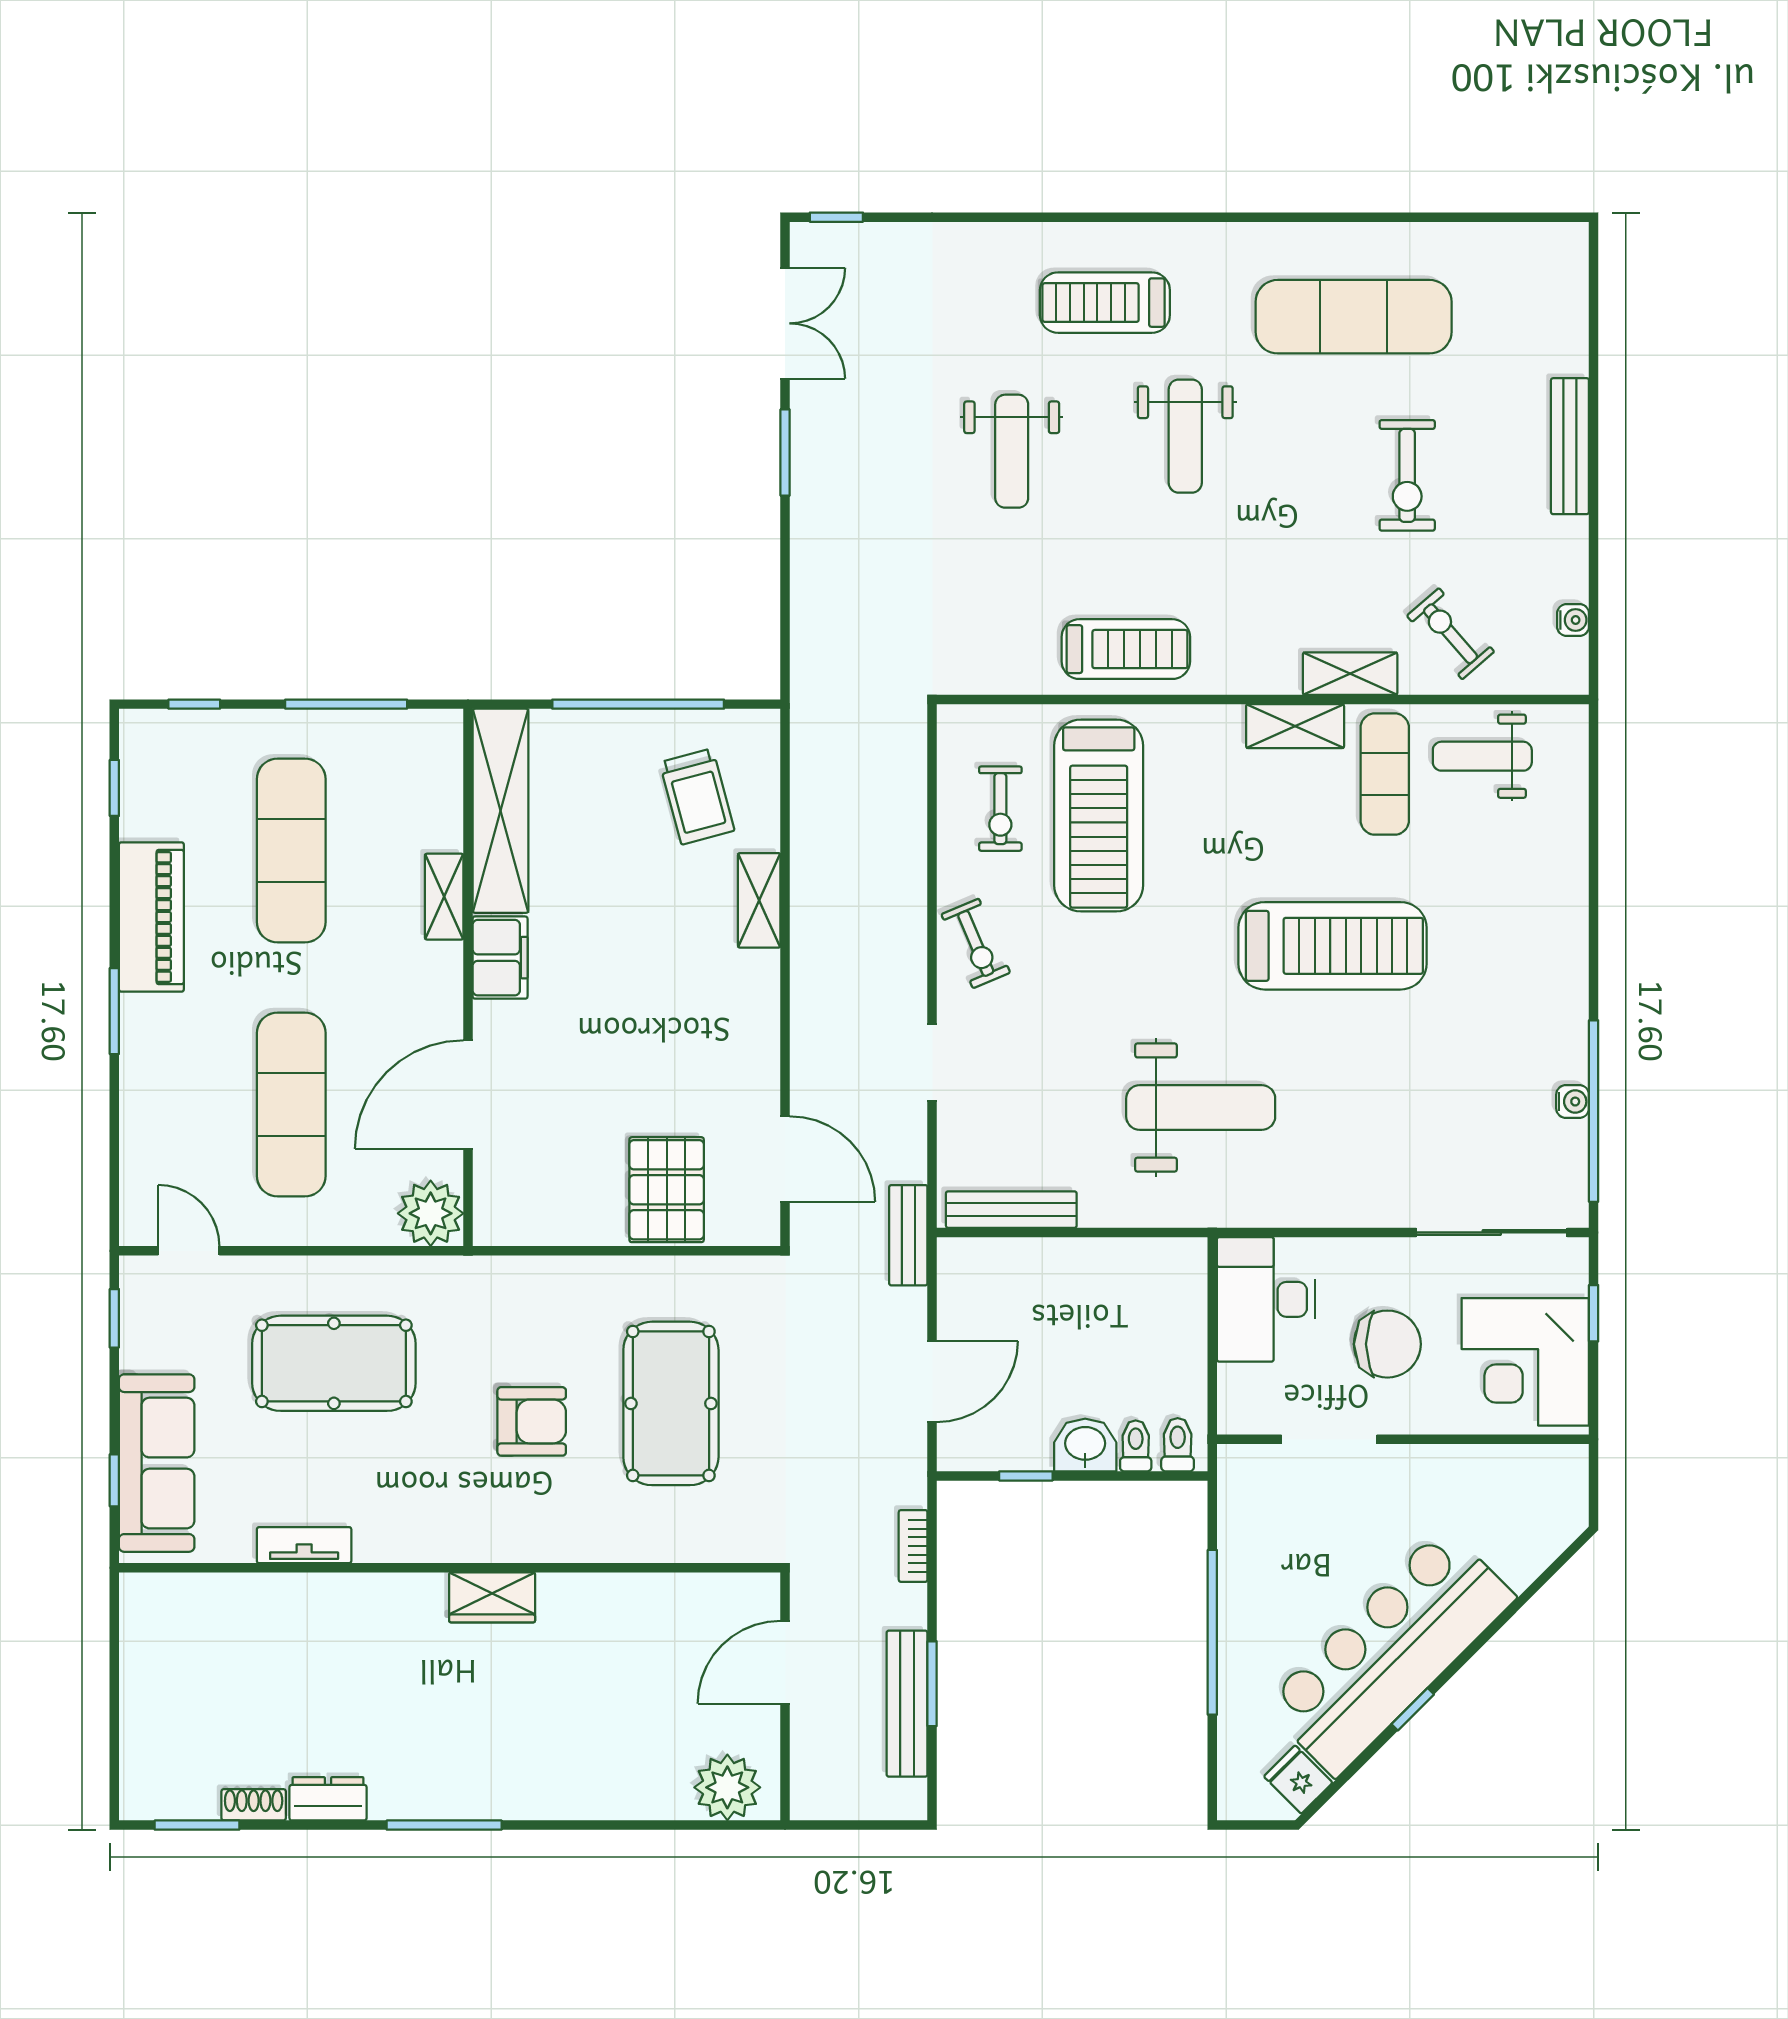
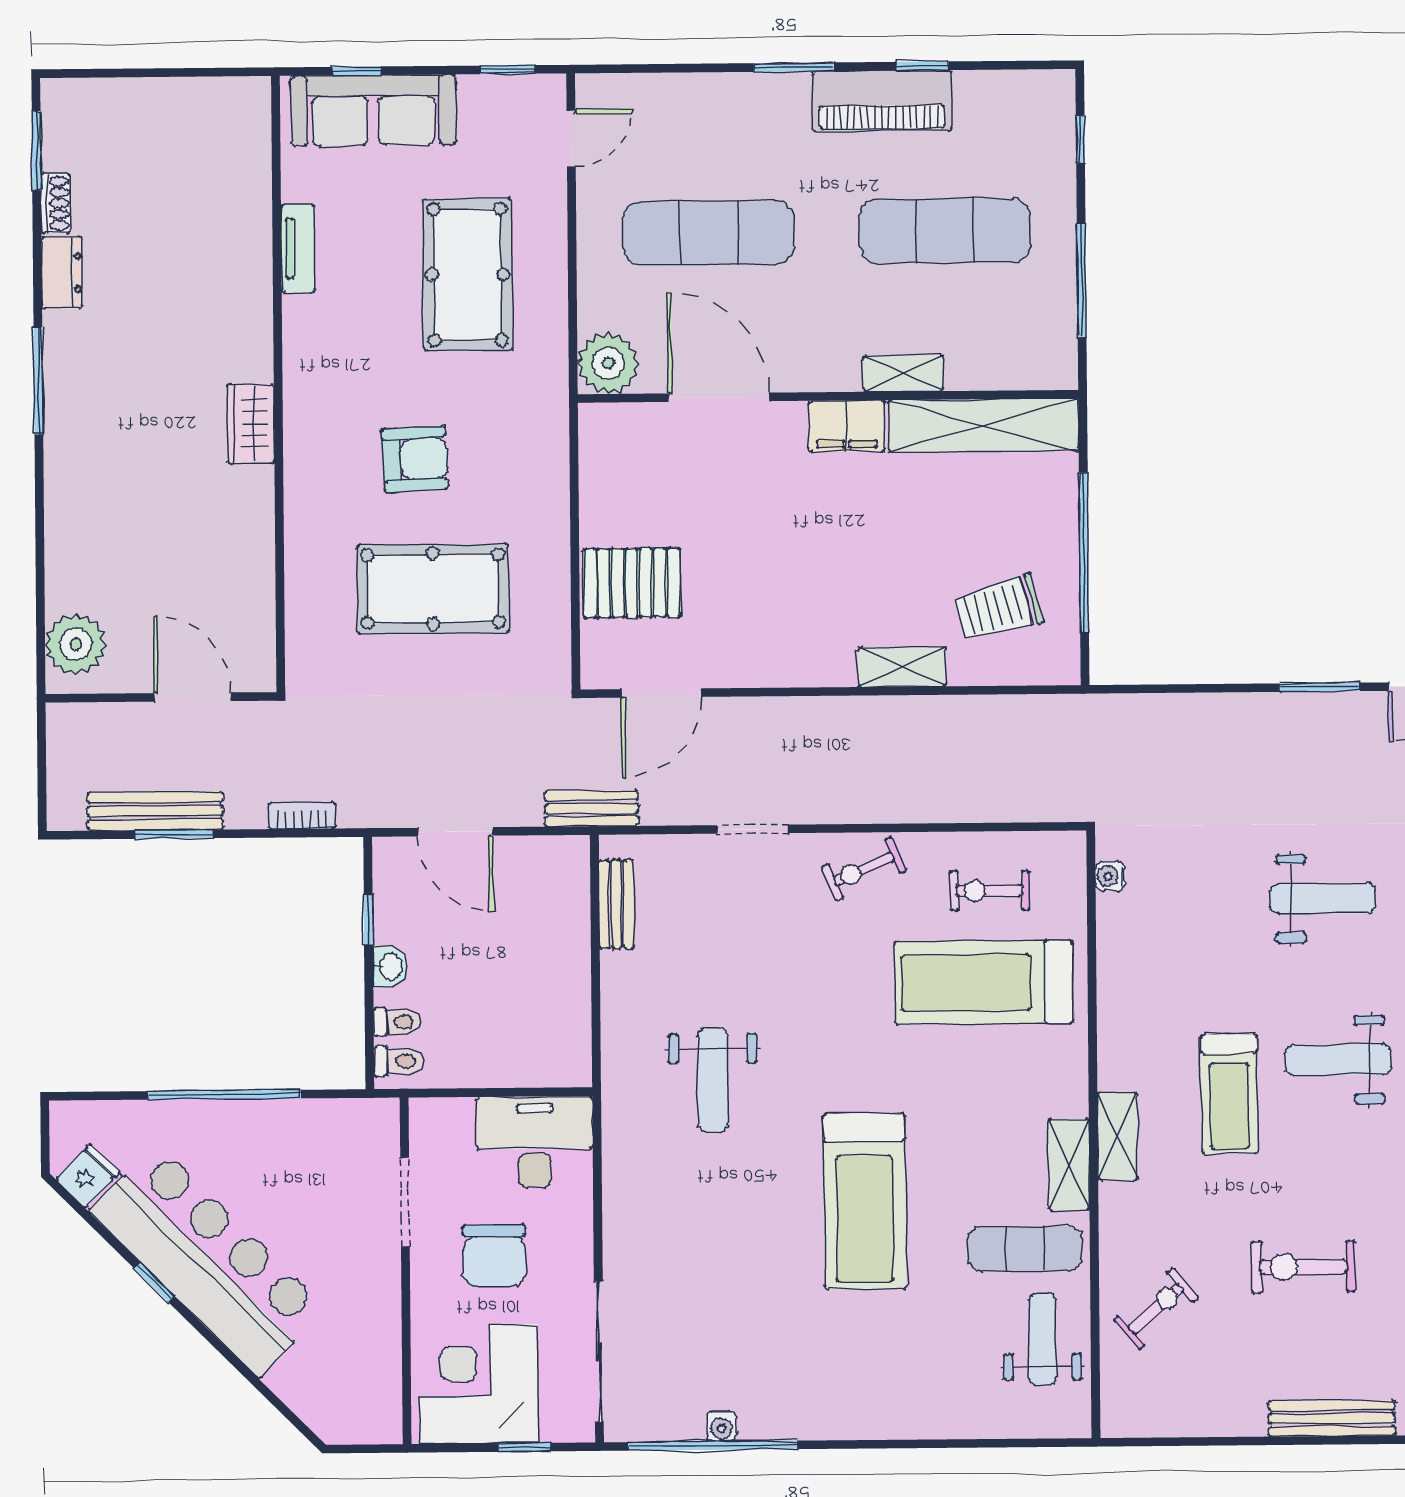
weight bench: (1012, 451) -> (1323, 898), turned 180
water cooler: (1573, 620) -> (1110, 876), moved, turned 90
treadmill: (1126, 649) -> (1229, 1094), moved
shelving: (1350, 674) -> (1117, 1136), moved
window: (114, 788) -> (922, 66), moved
weight bench: (1201, 1108) -> (713, 1080), width x0.73, depth x0.75
bench: (1011, 1210) -> (616, 904), width x0.73
armchair: (532, 1421) -> (415, 459), turned -93
washbasin: (1085, 1445) -> (390, 967), width x0.72, depth x0.69

